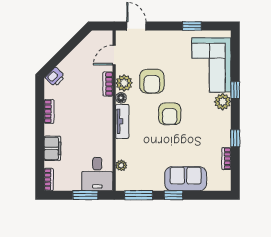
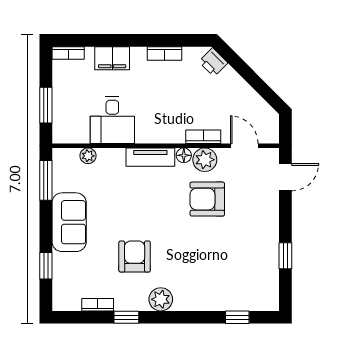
corner sofa: (211, 65) -> (230, 283), removed
window: (235, 90) -> (237, 317), moved
plant: (223, 102) -> (161, 299), moved
armchair: (170, 114) -> (135, 257), moved, turned 90
desk: (97, 174) -> (112, 120), moved, turned -90
sofa: (186, 179) -> (69, 222), moved
window: (174, 195) -> (46, 266), moved

